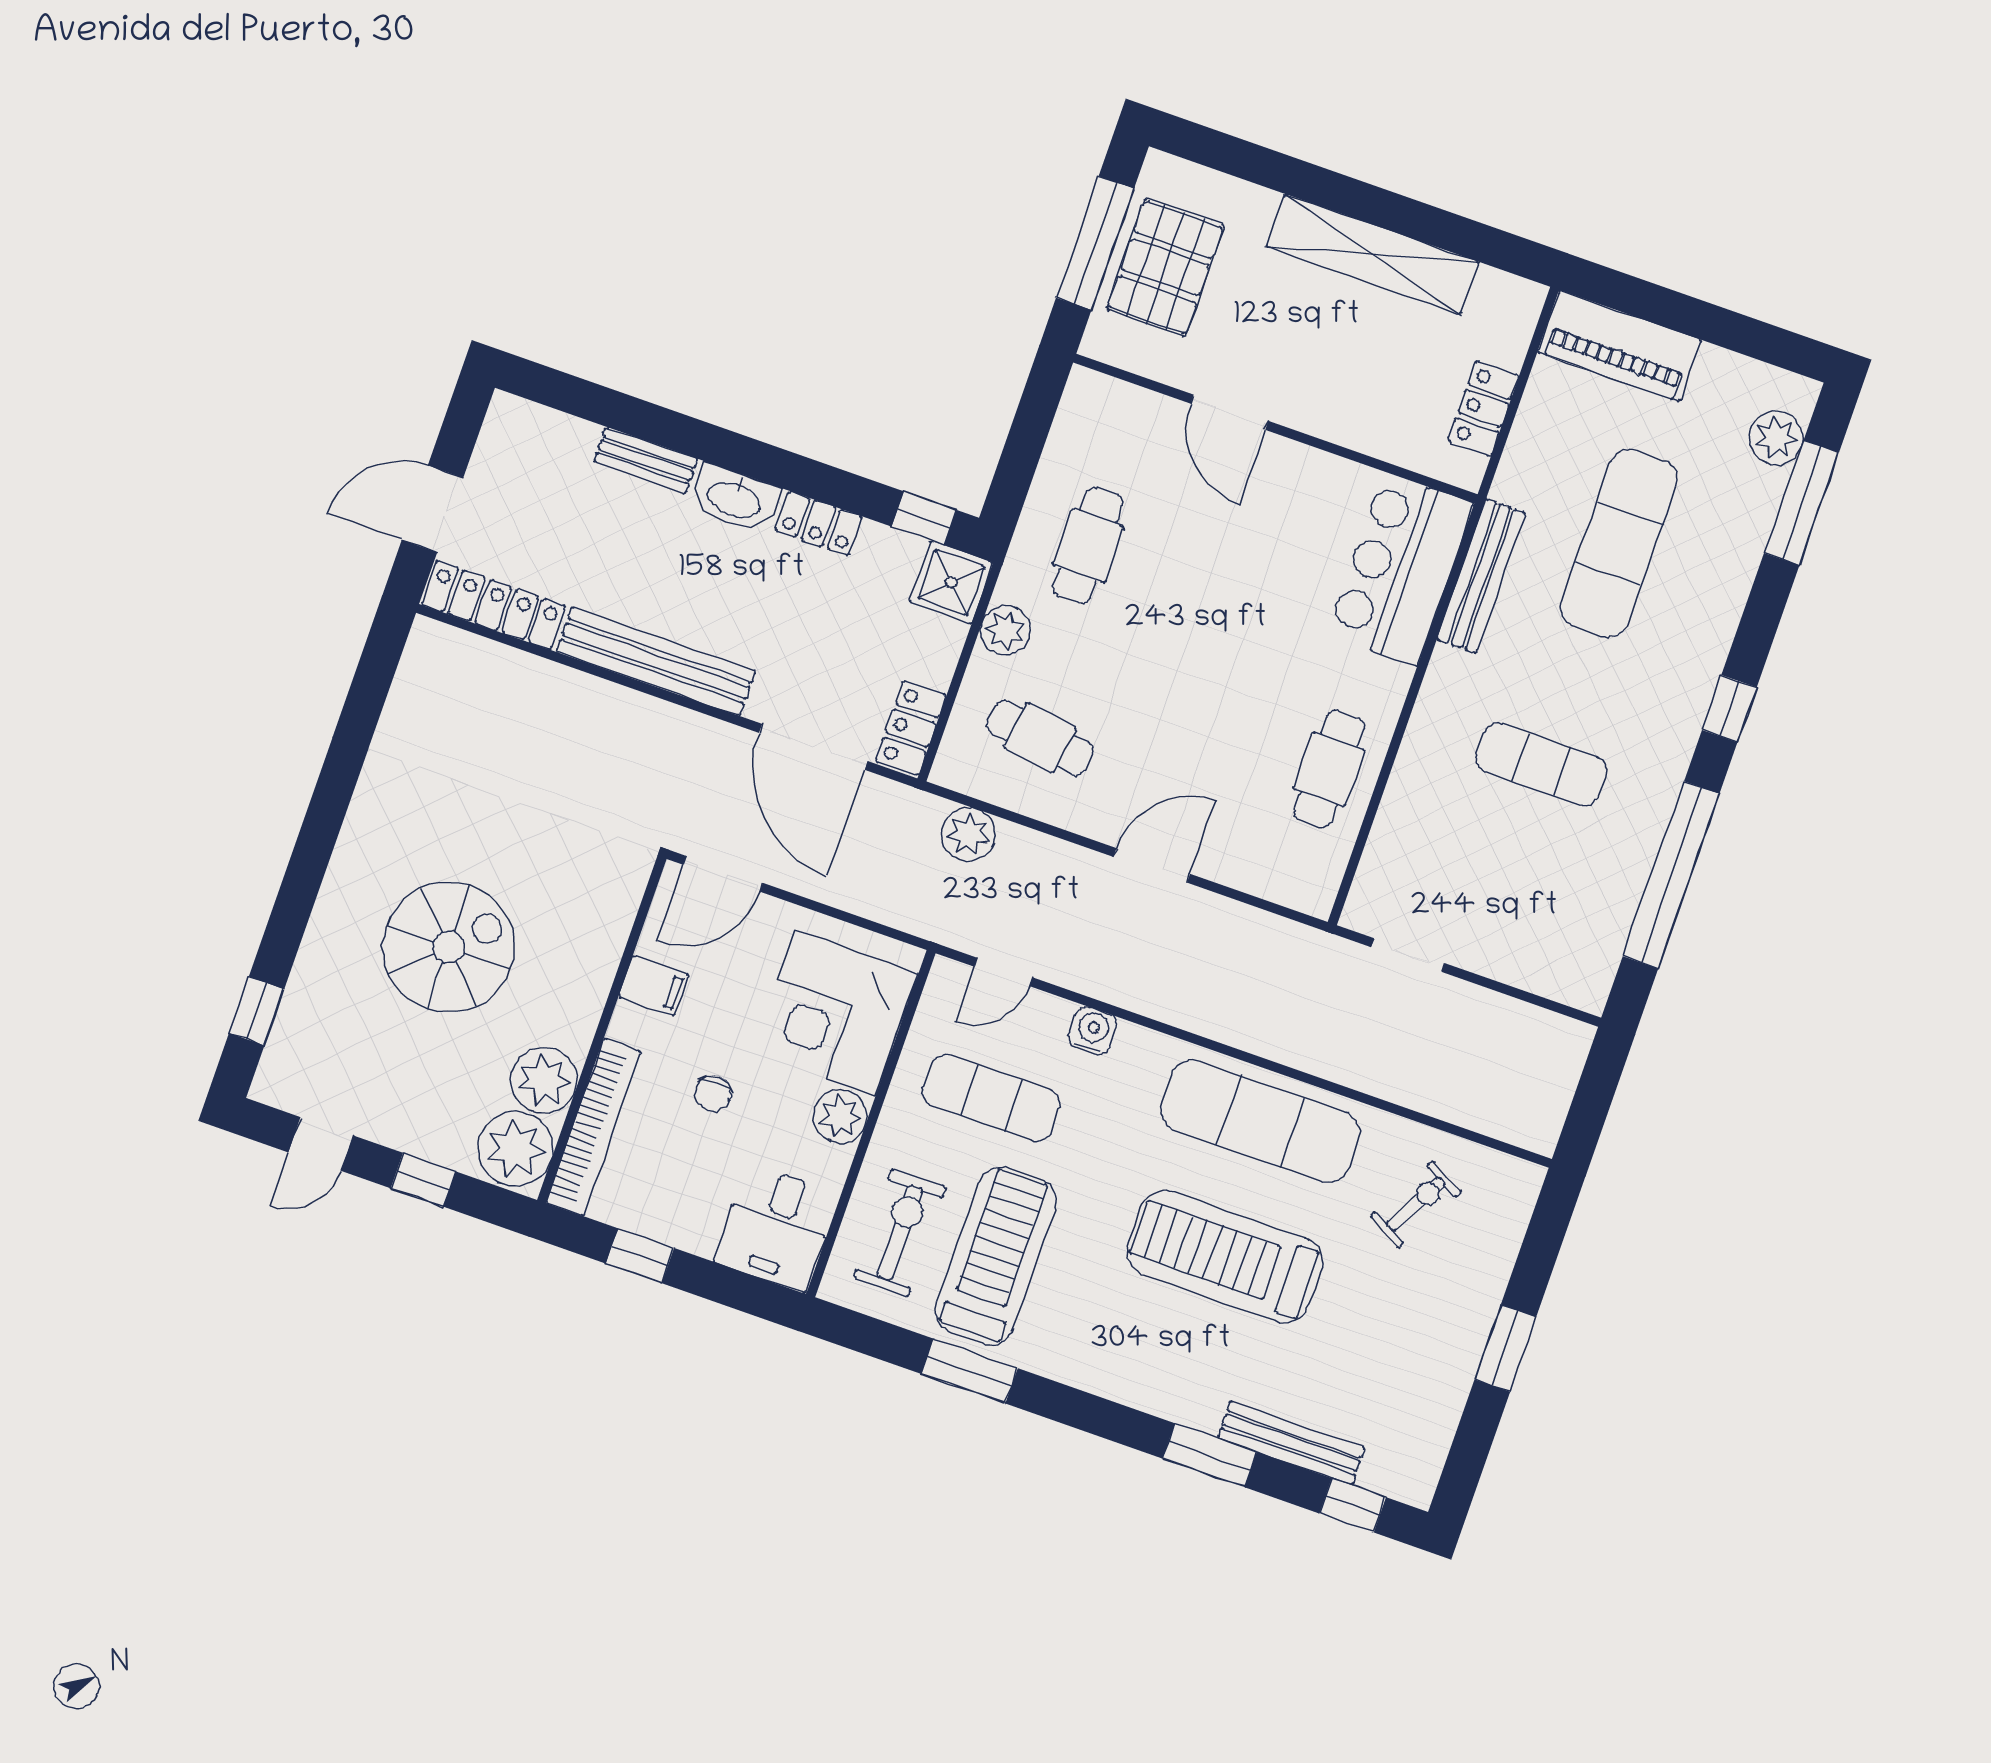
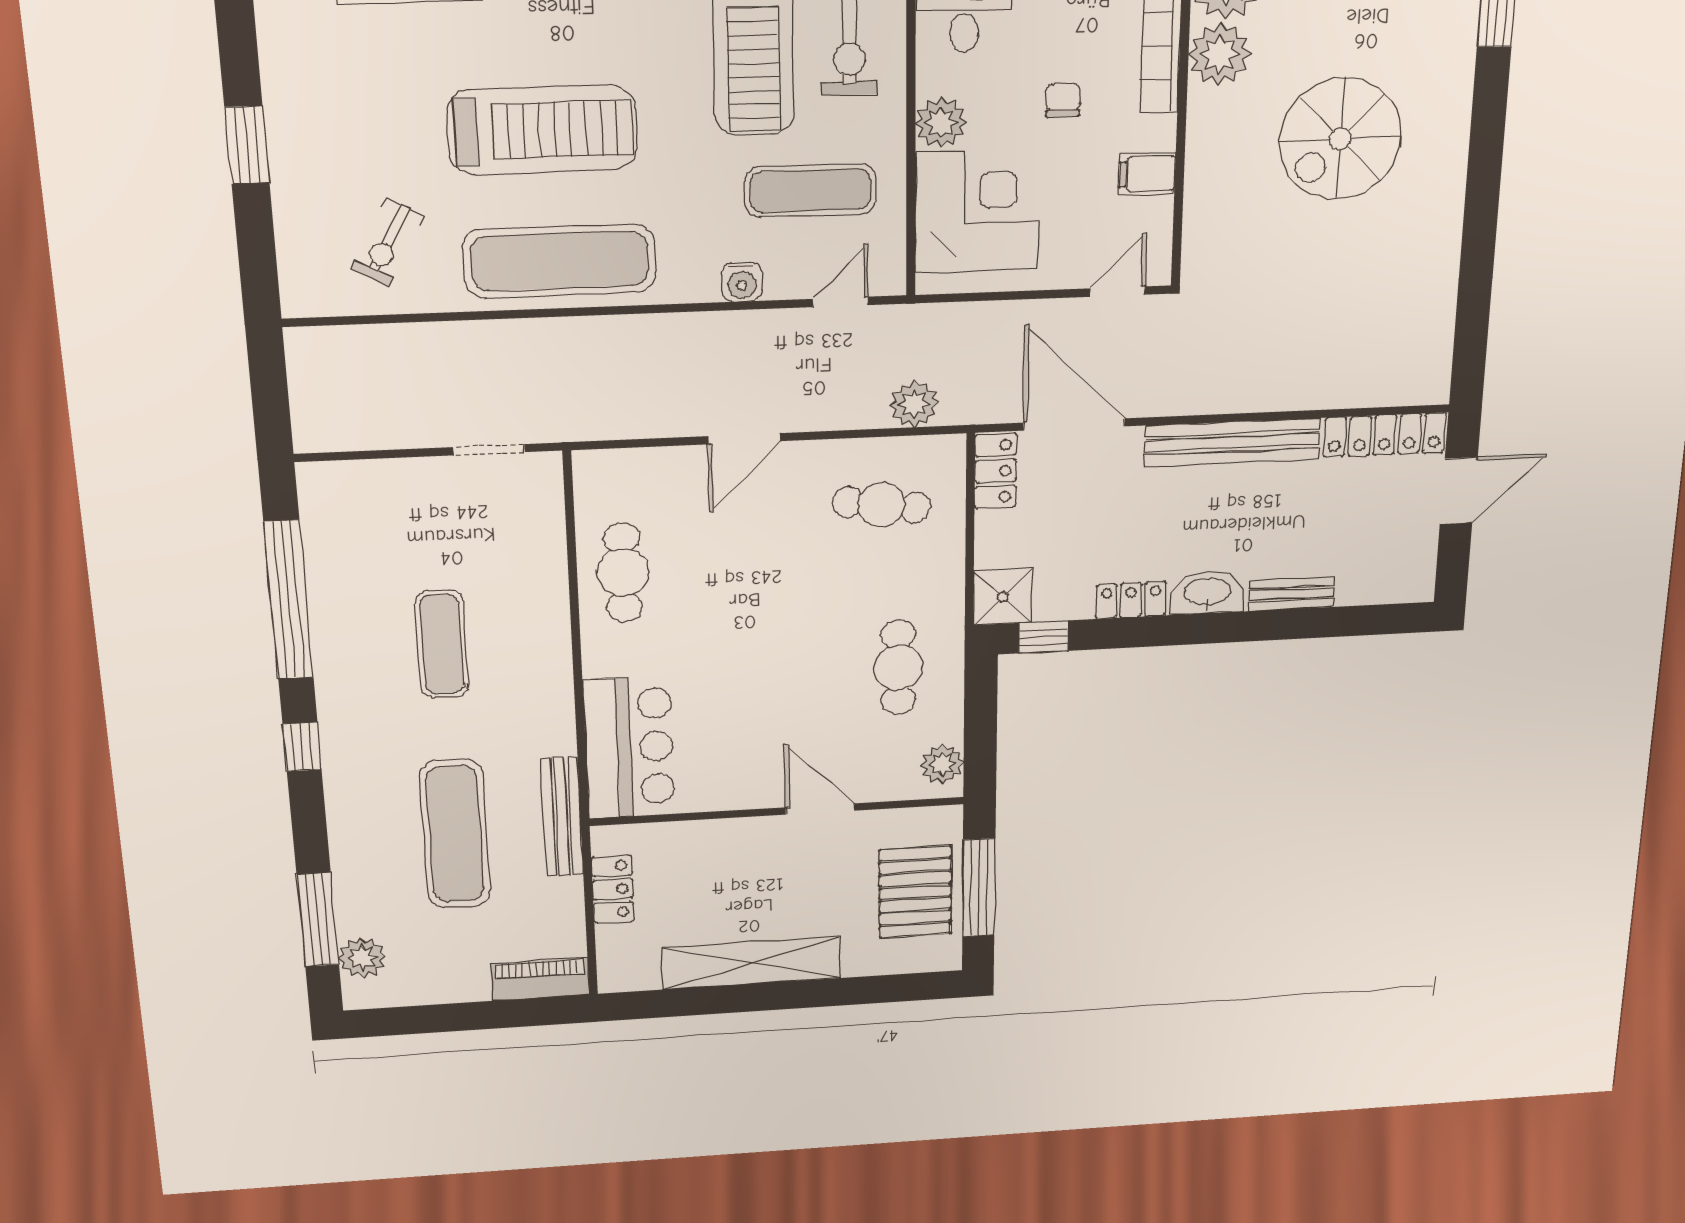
piano: (1620, 346) -> (540, 979), width x0.73, depth x0.75
bench: (1481, 576) -> (562, 817), moved
plant: (1005, 630) -> (942, 764), moved
exercise mat: (1541, 764) -> (442, 644), turned 90
door: (723, 874) -> (1117, 292), width x0.73

